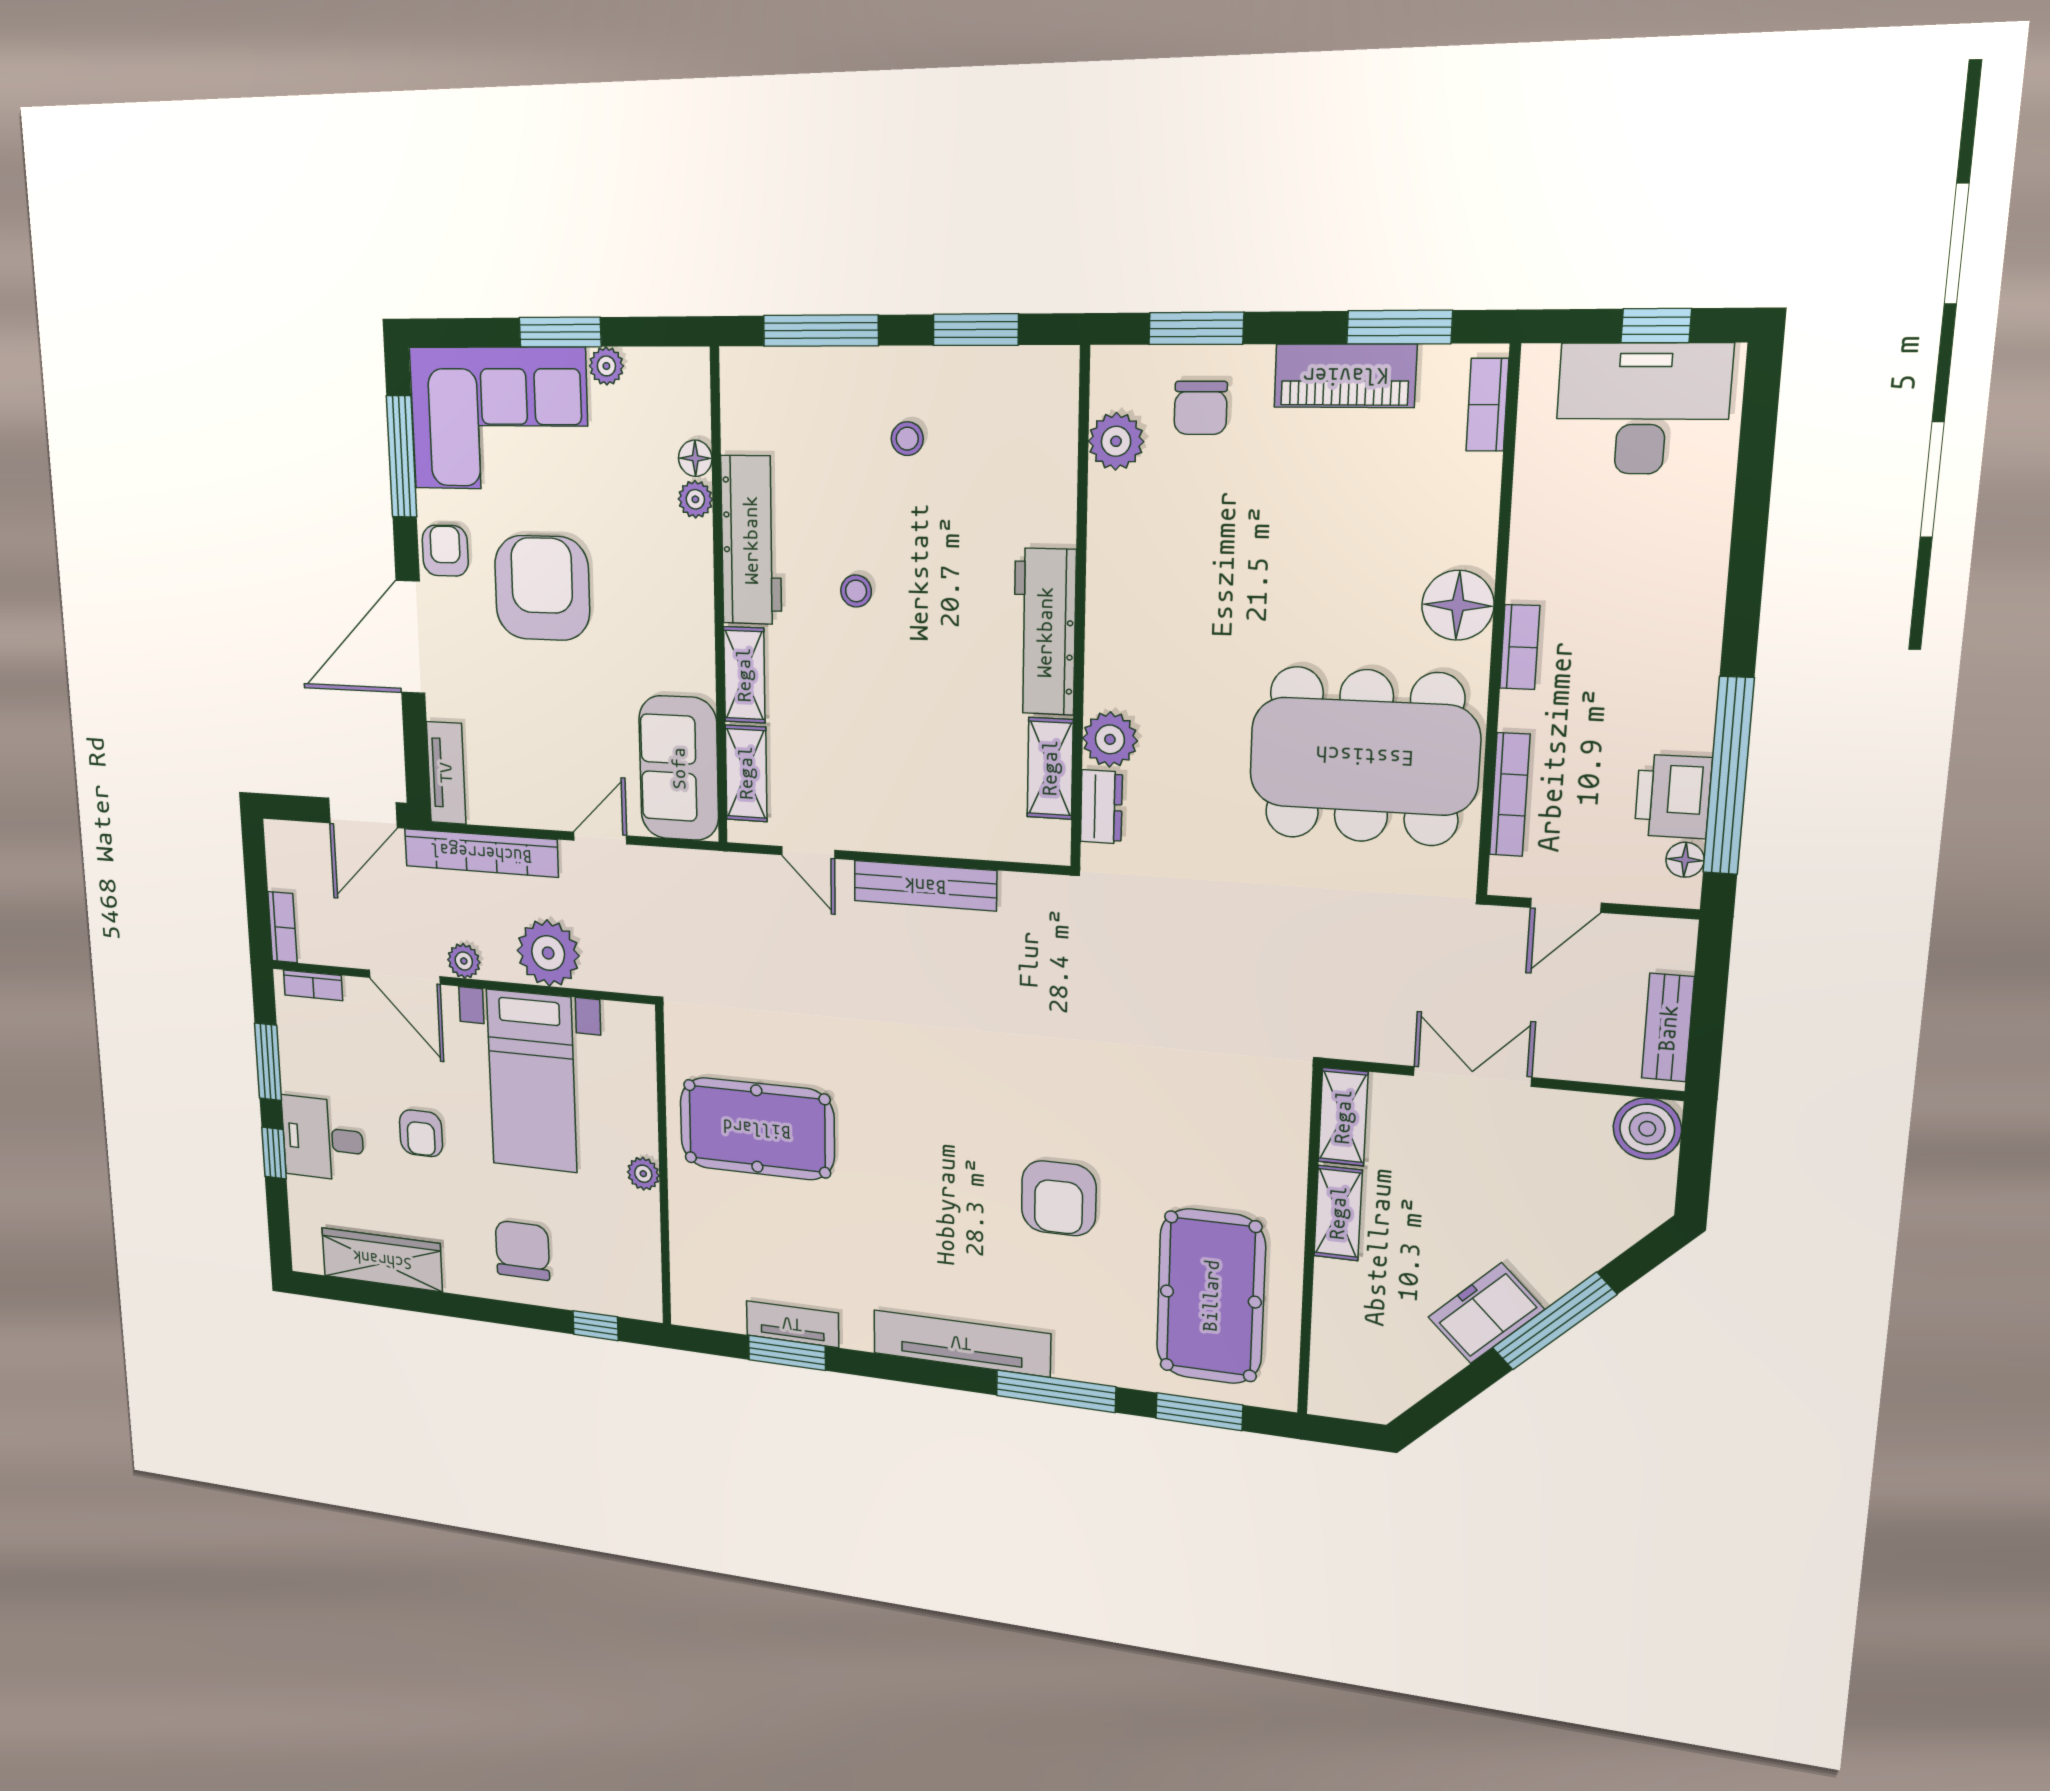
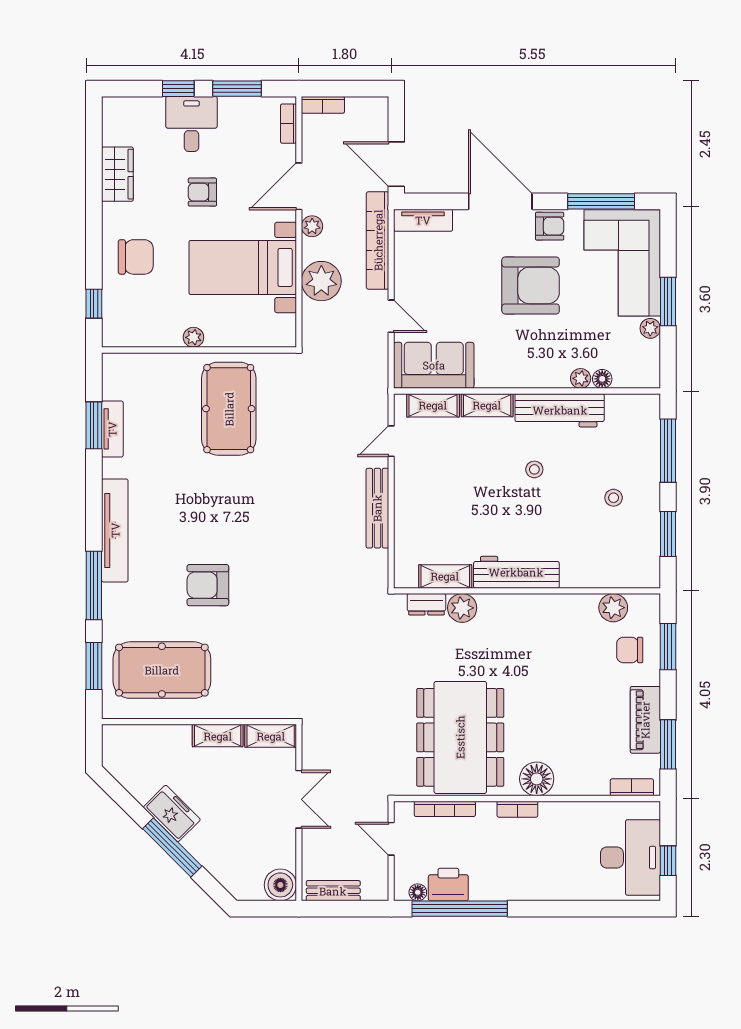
wardrobe: (382, 1260) -> (117, 174), width x0.67

